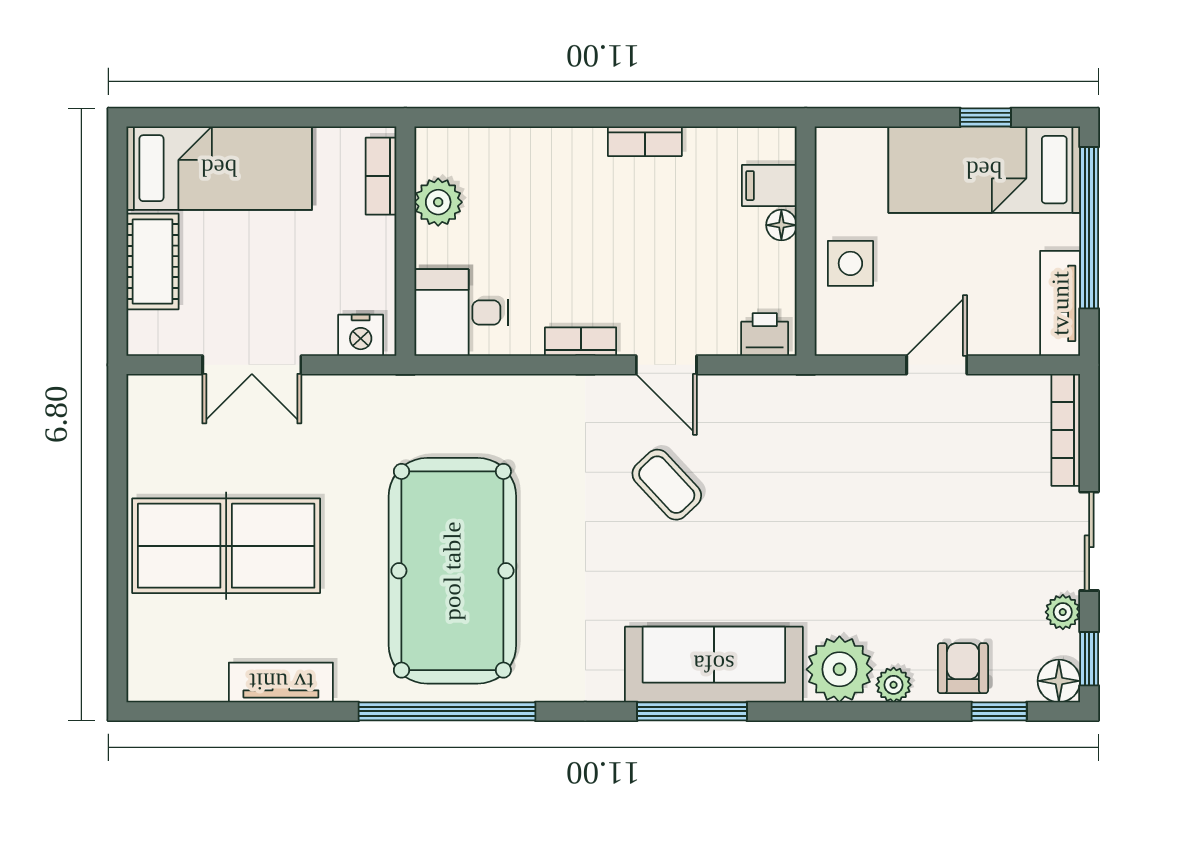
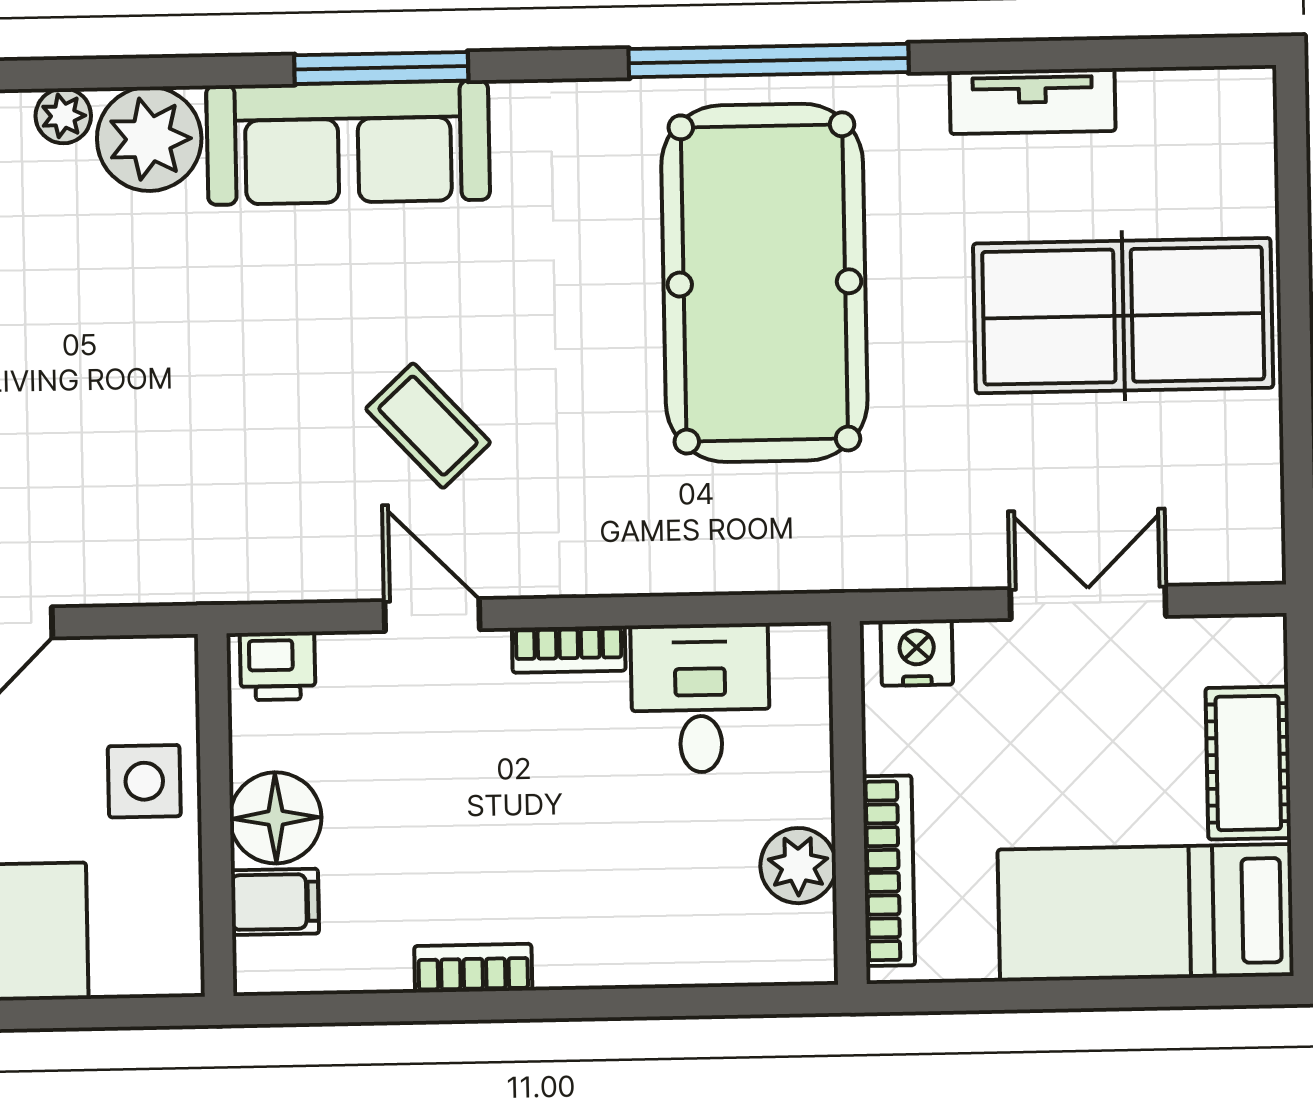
bookcase: (381, 176) -> (889, 871), width x1.56
floor lamp: (781, 225) -> (276, 818), width x1.89, depth x1.89
desk: (461, 313) -> (700, 698), moved, turned -90

